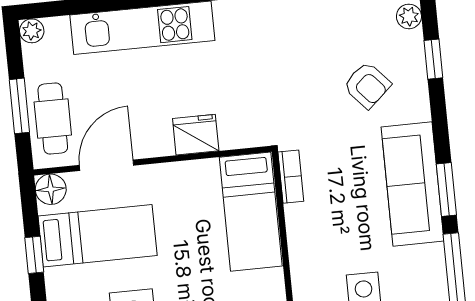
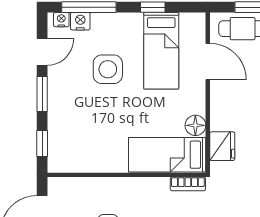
fridge: (196, 135) -> (222, 146), moved
floor lamp: (51, 189) -> (195, 125), moved

